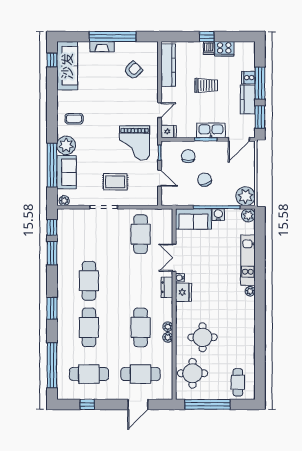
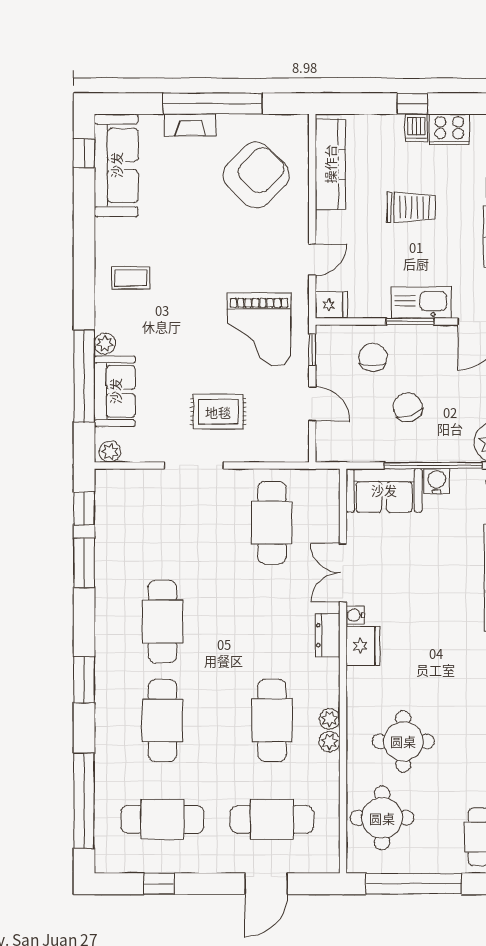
armchair: (133, 70) -> (256, 175), width x1.88, depth x1.88
plant: (66, 145) -> (105, 344), width x0.53, depth x0.53

